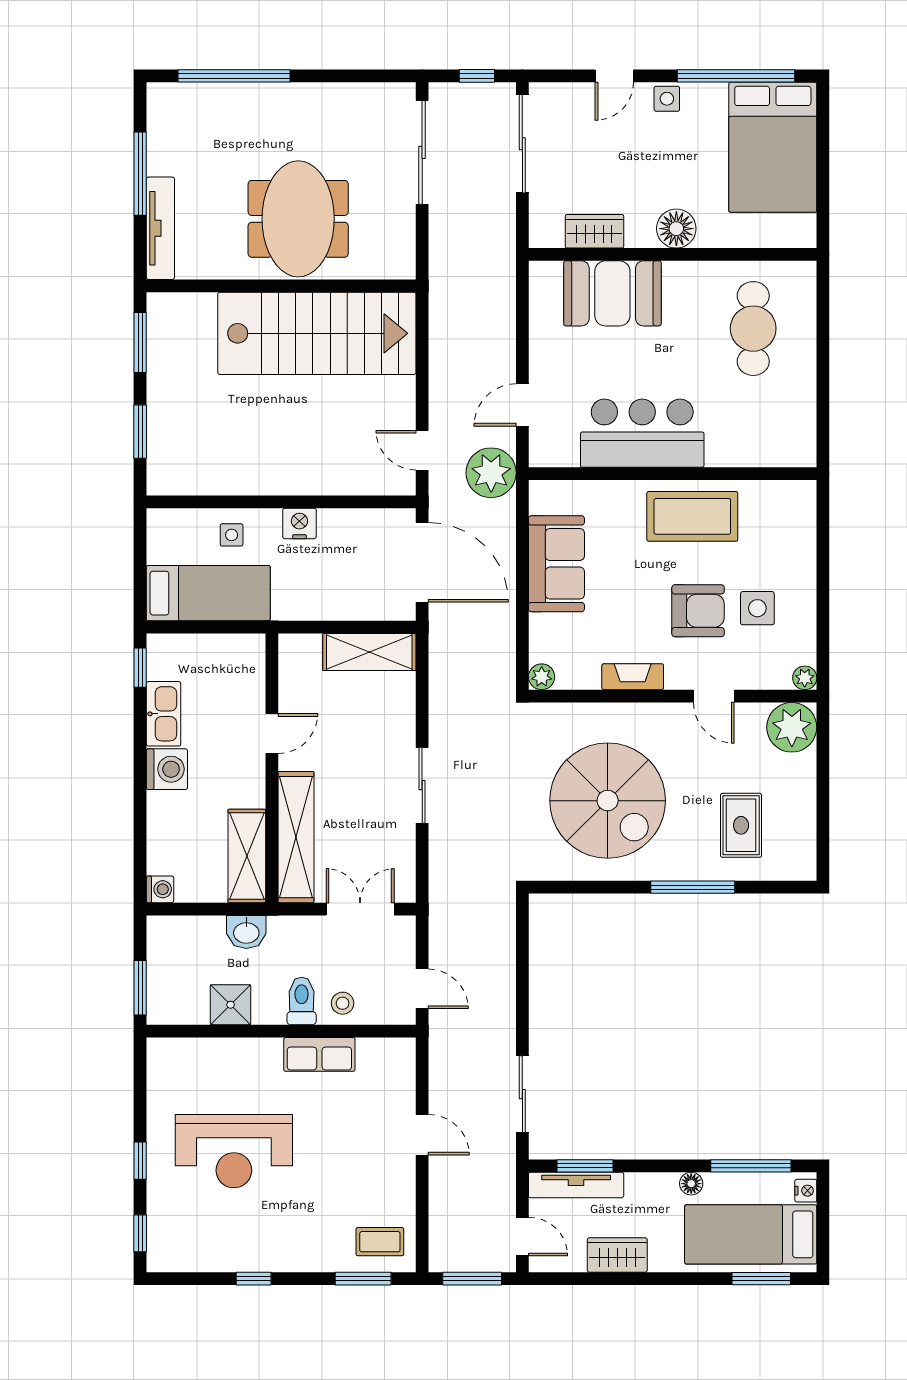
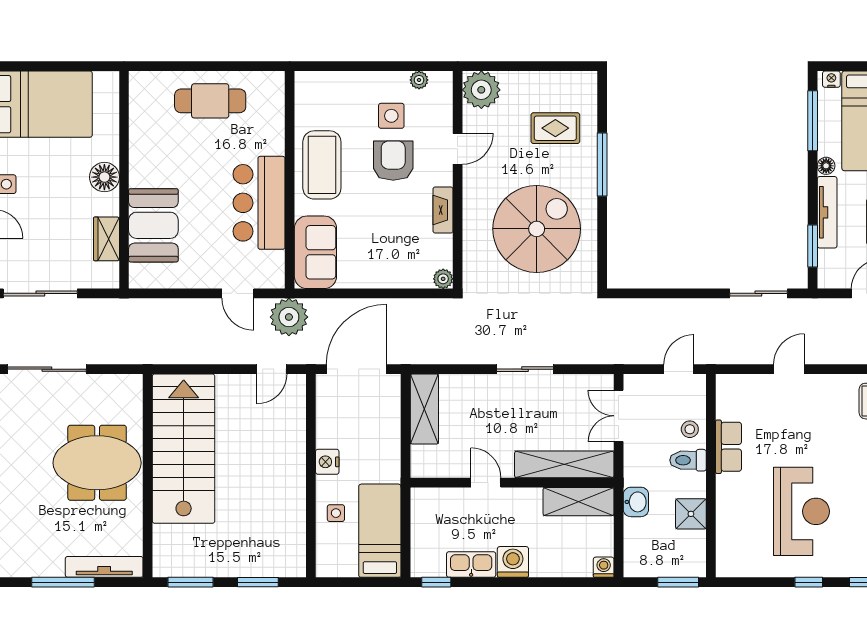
cafe table: (753, 329) -> (210, 101), moved
sofa: (556, 564) -> (315, 252), moved, turned 90
plant: (805, 678) -> (419, 80), moved
tv unit: (576, 1185) -> (827, 212), moved

